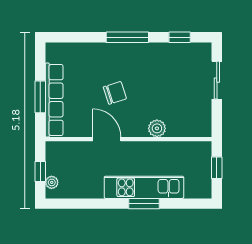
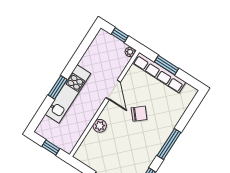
chair: (115, 93) -> (139, 114), turned -112
door: (107, 139) -> (113, 90), hinge flipped
plant: (52, 182) -> (130, 52), moved

